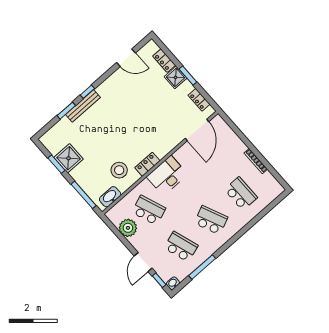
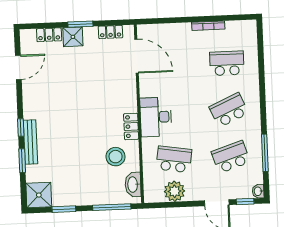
shower: (69, 158) -> (39, 195), moved
school desk: (149, 210) -> (174, 159), turned 30

